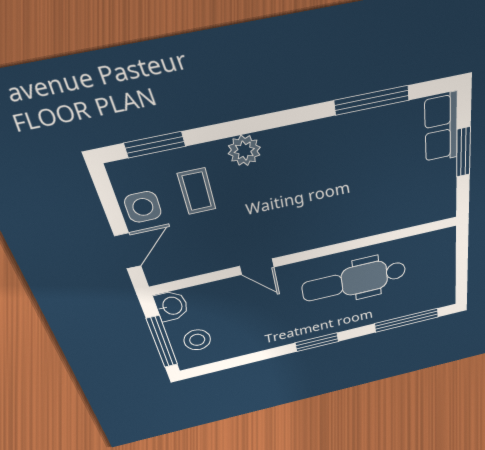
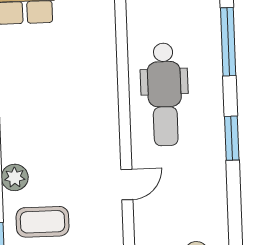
coffee table: (197, 191) -> (43, 222), width x1.36, depth x1.30

